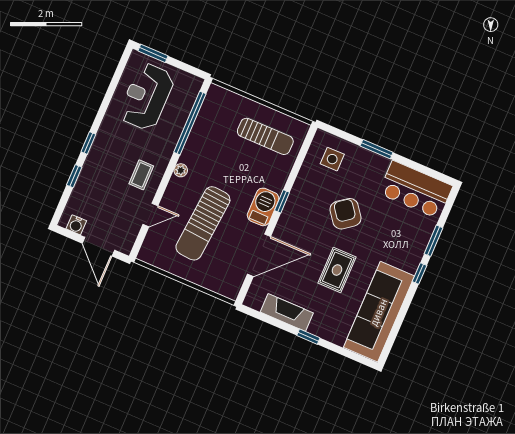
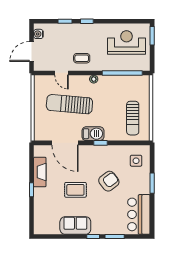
sofa: (379, 312) -> (75, 226), width x0.54, depth x0.79

